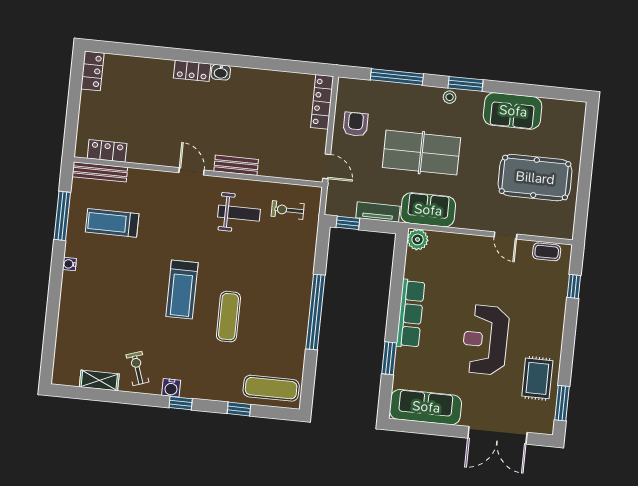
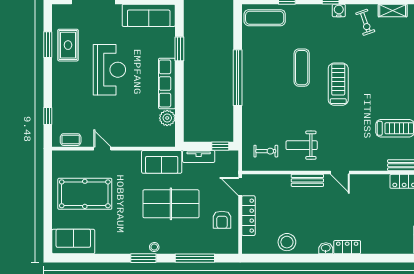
stool: (272, 86) -> (287, 242), added
locker: (322, 102) -> (248, 216), moved
sofa: (513, 111) -> (73, 242), moved
plant: (418, 239) -> (167, 118), moved
window: (562, 403) -> (48, 45), moved

